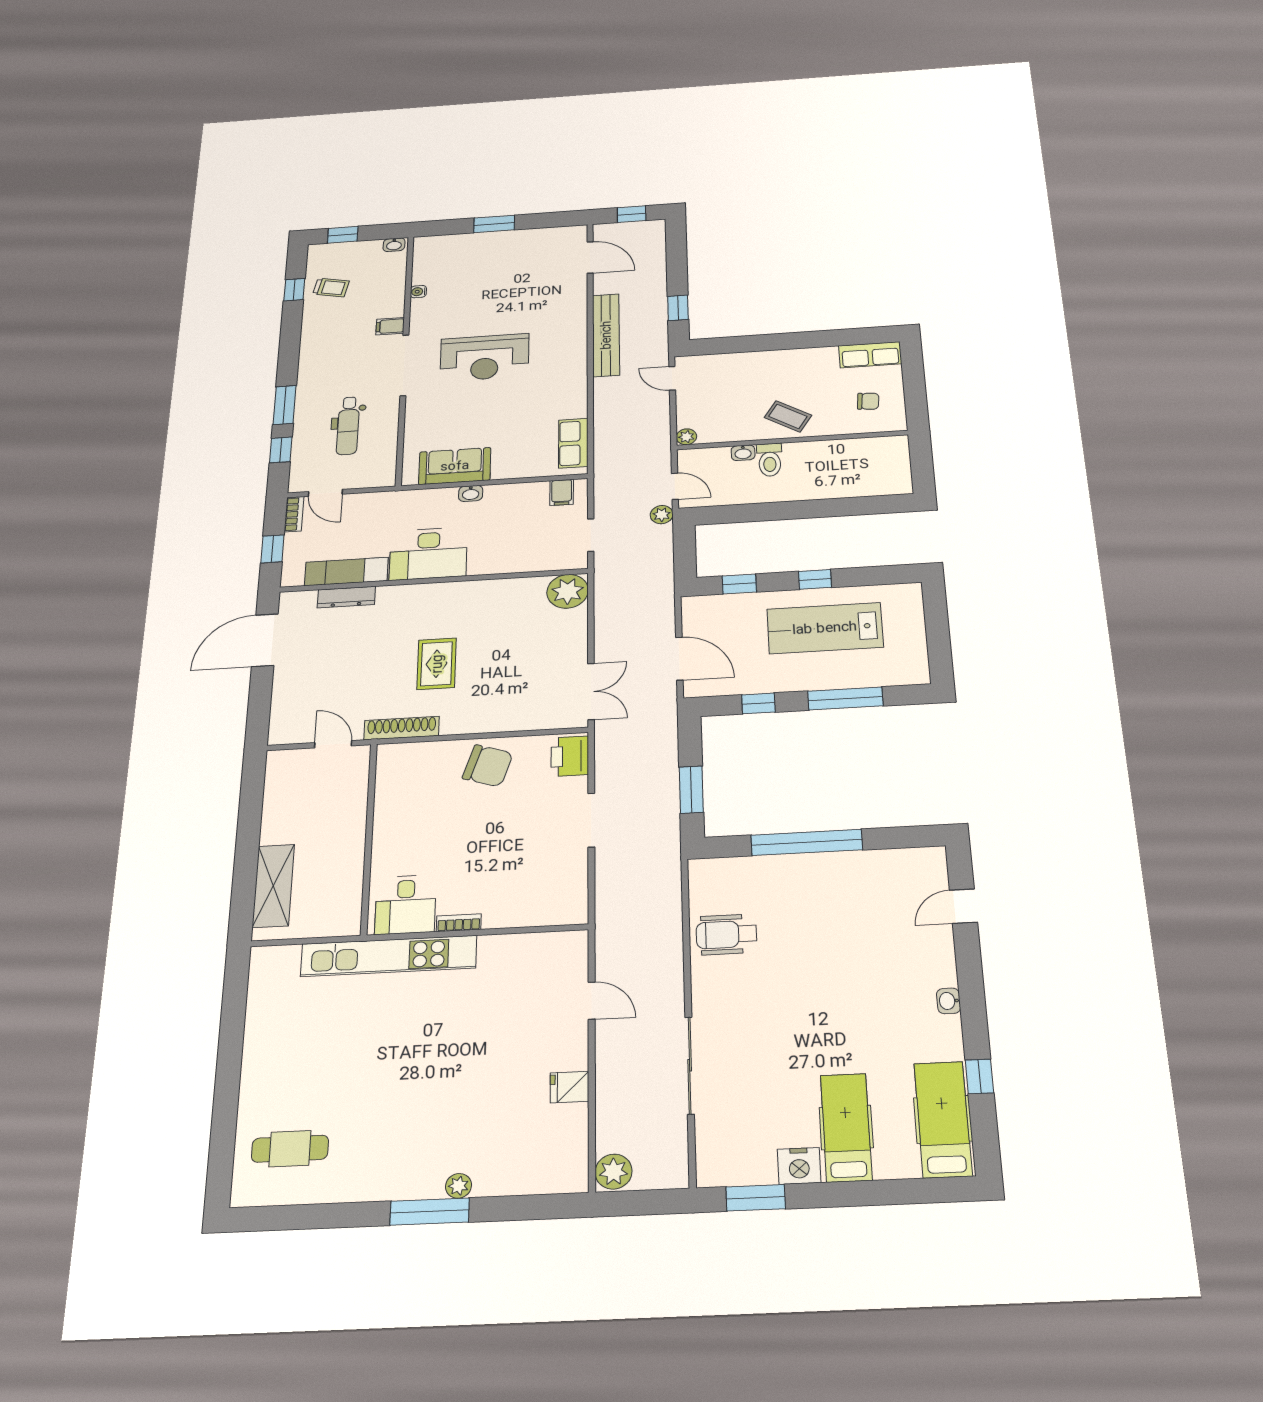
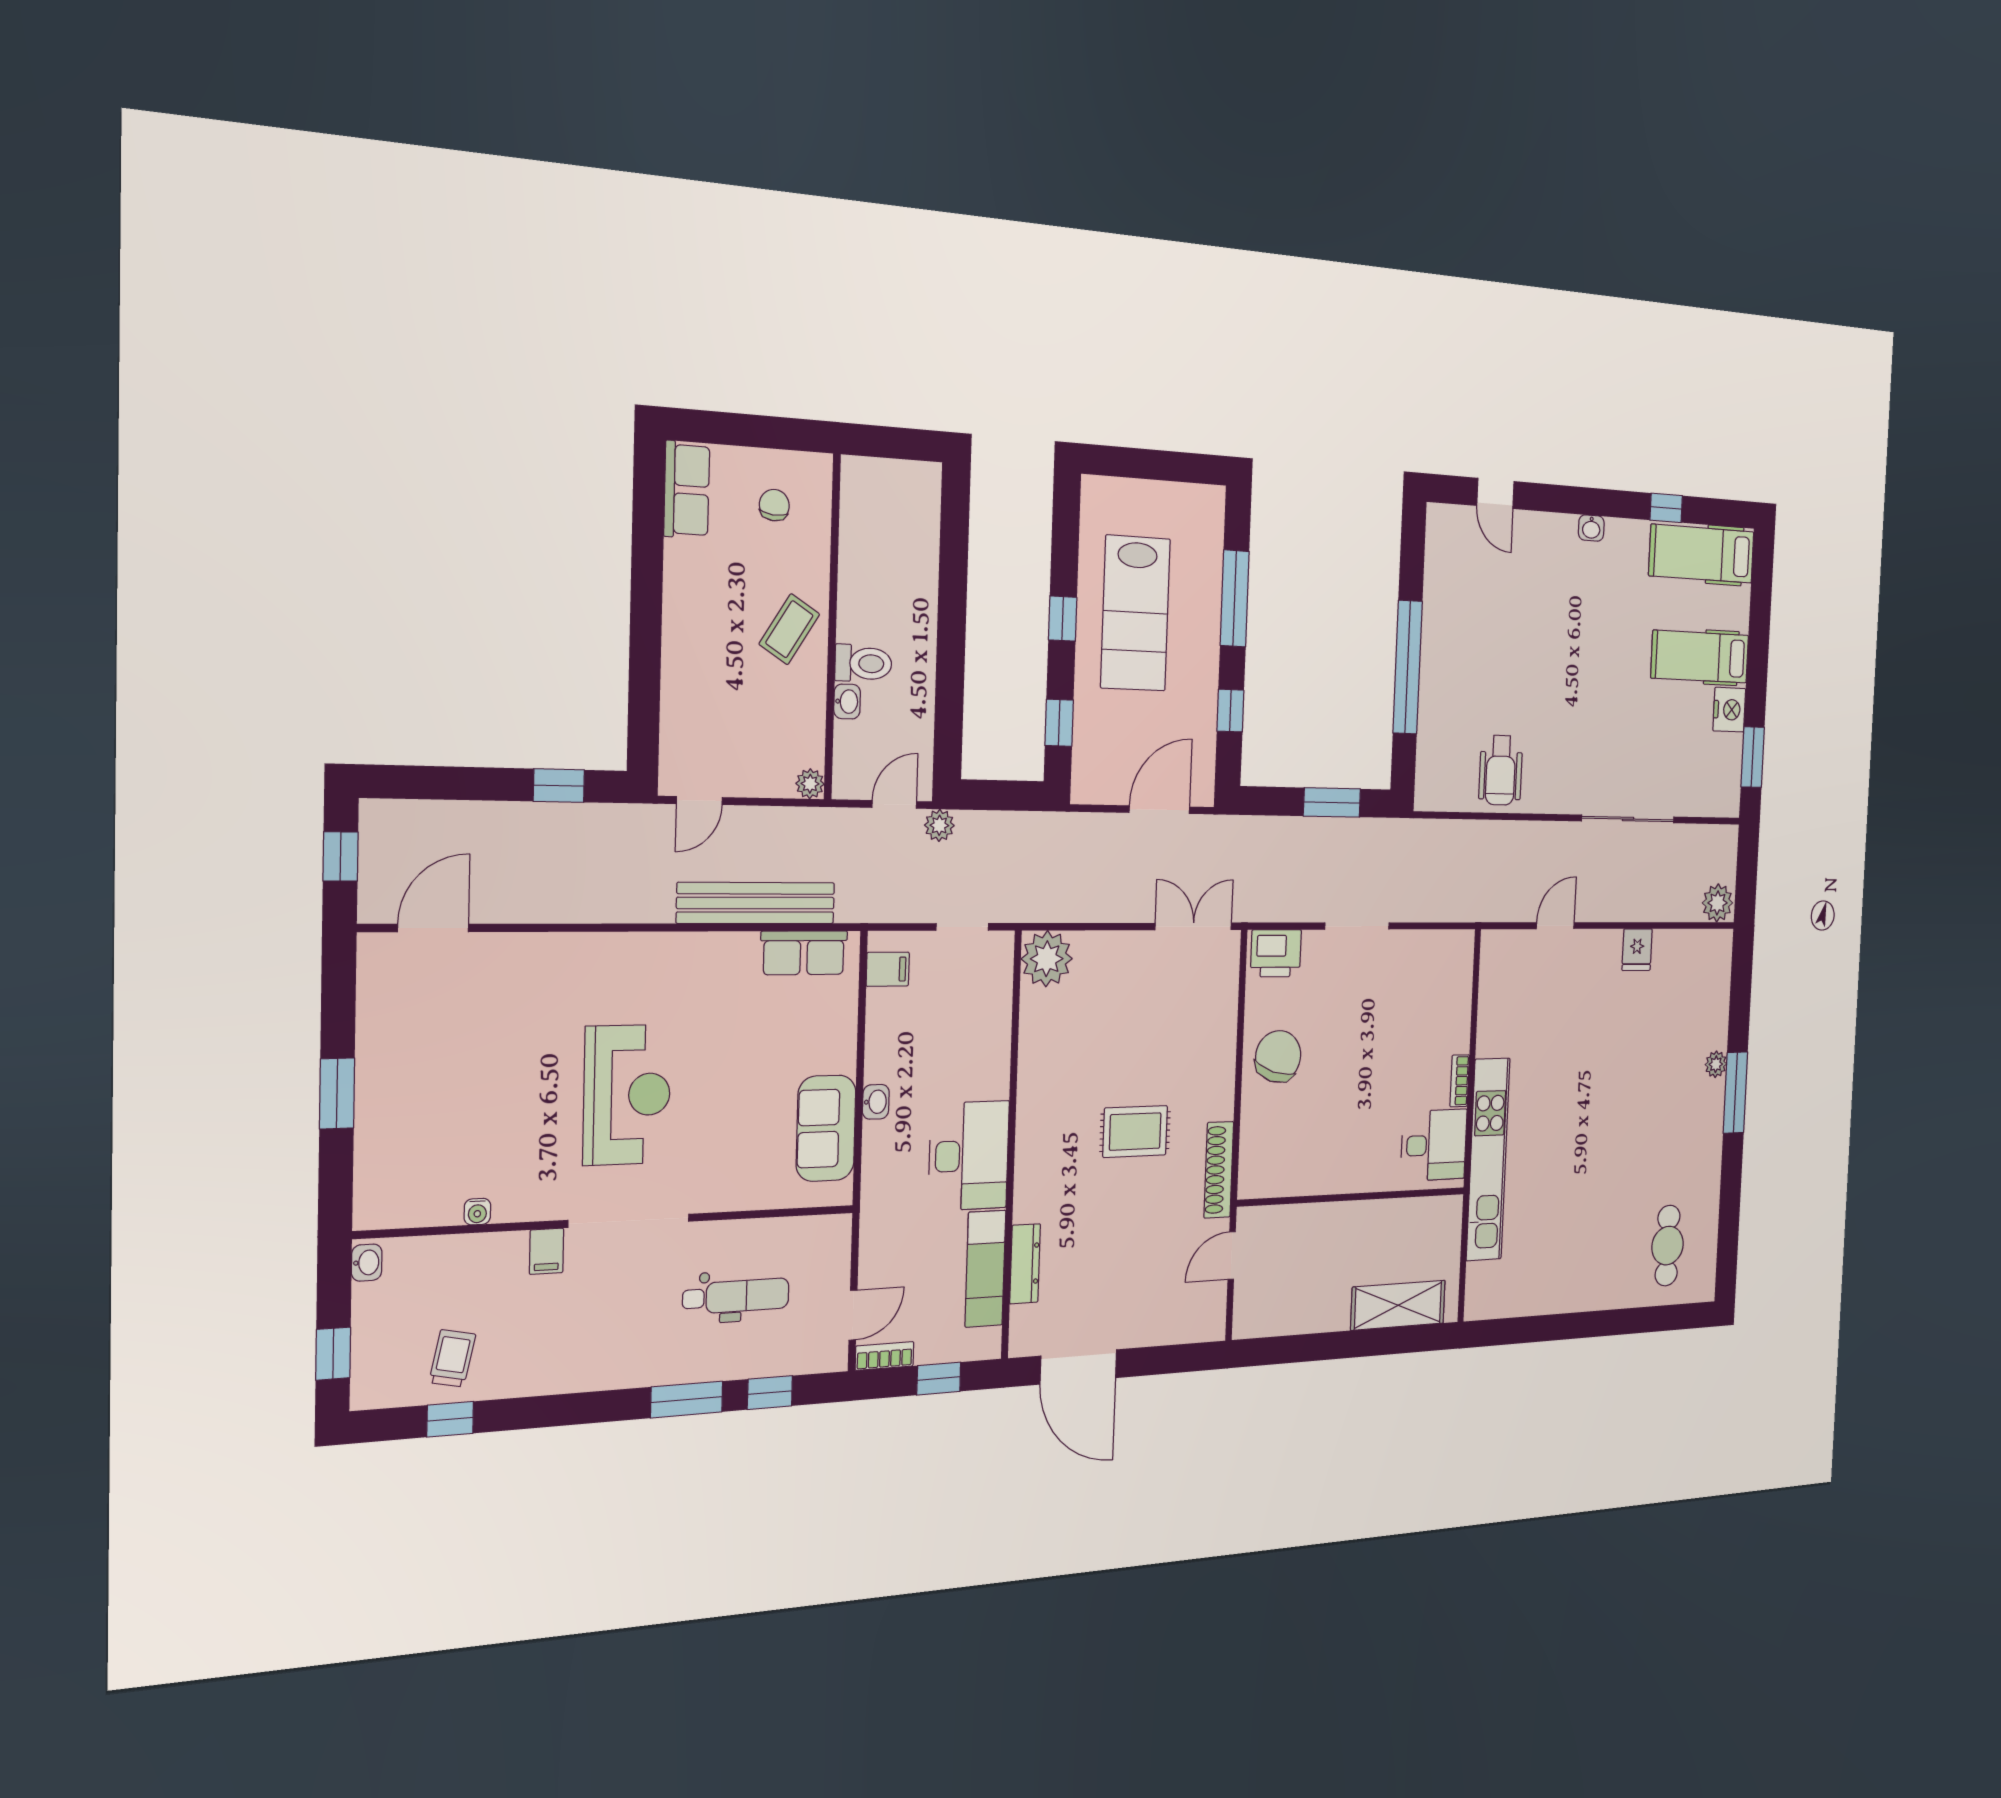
bench: (606, 335) -> (756, 903), moved

